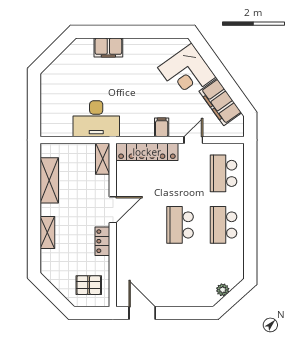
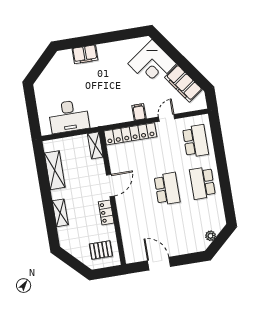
desk: (96, 119) -> (69, 116), moved
school desk: (224, 173) -> (195, 141), turned 180
school desk: (180, 225) -> (167, 189), turned 180
door: (142, 313) -> (159, 264), moved

